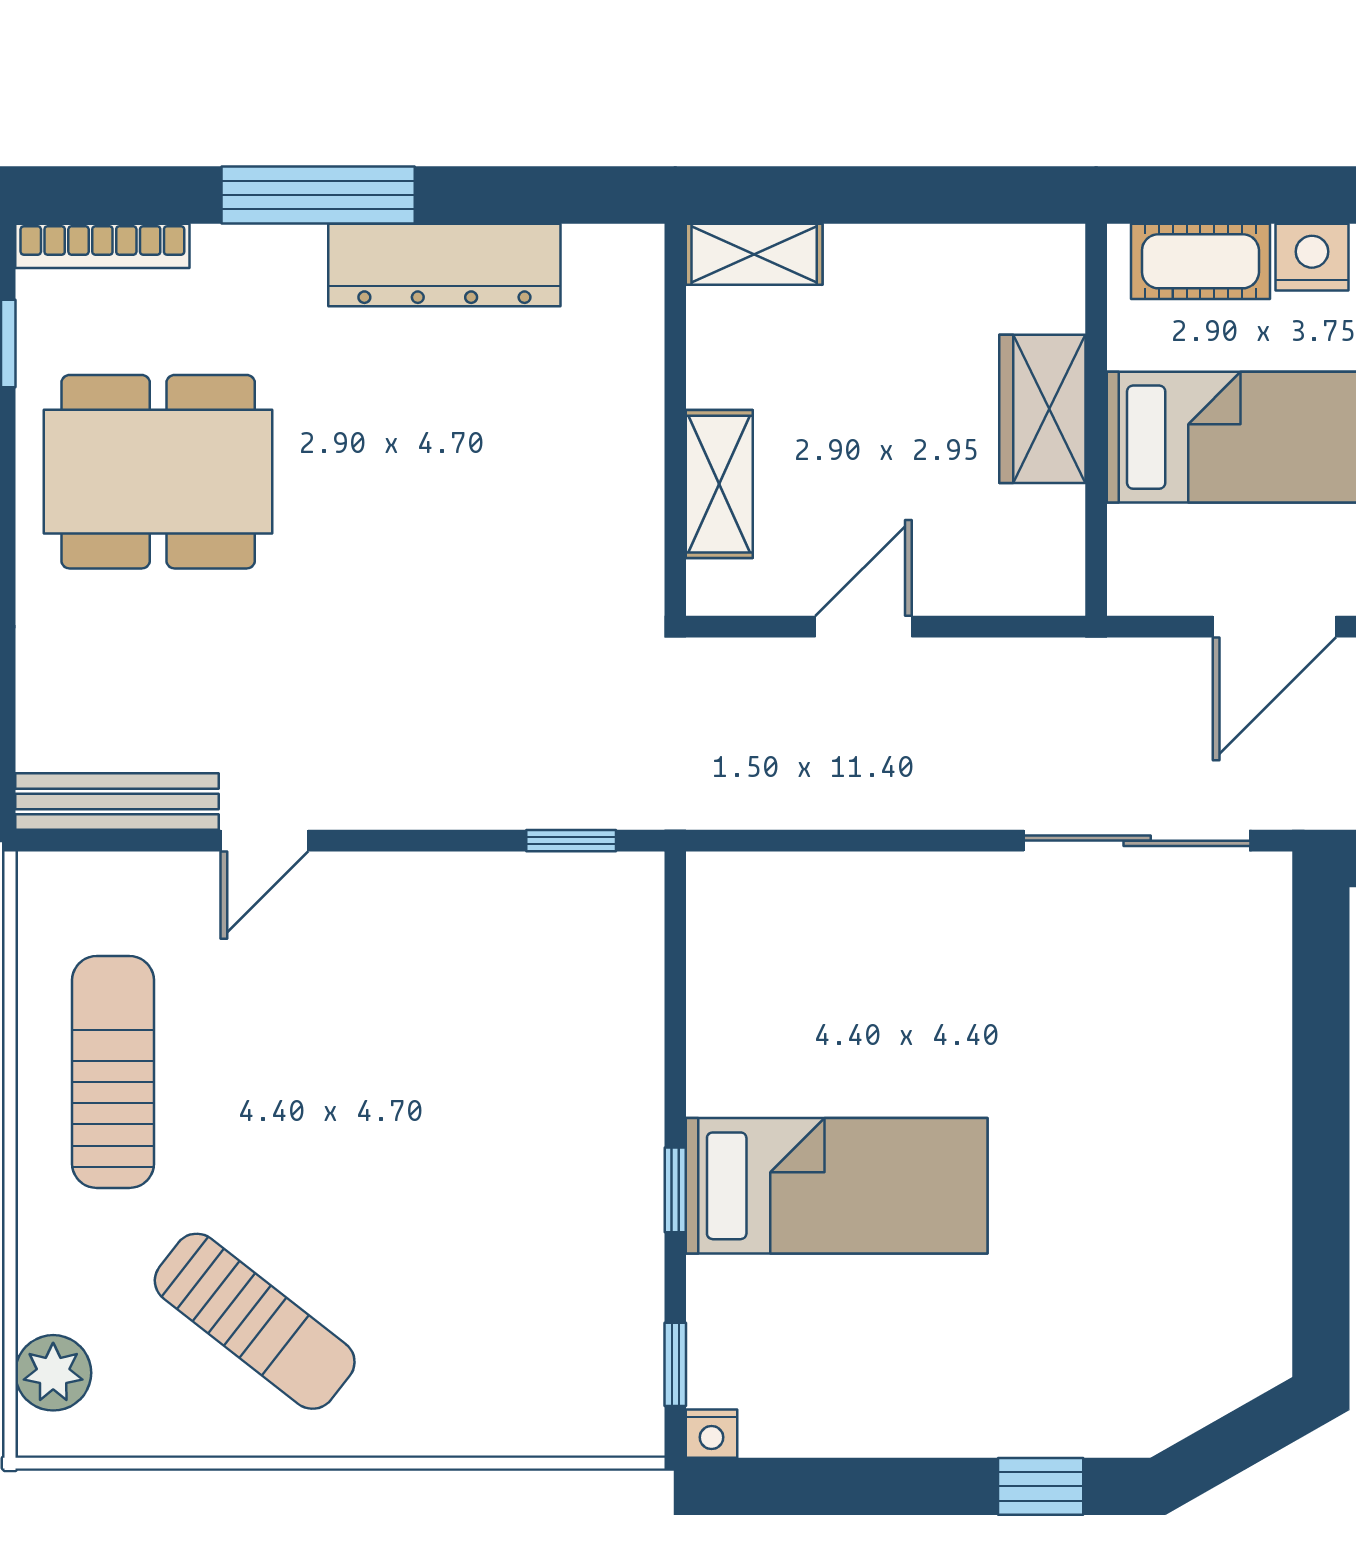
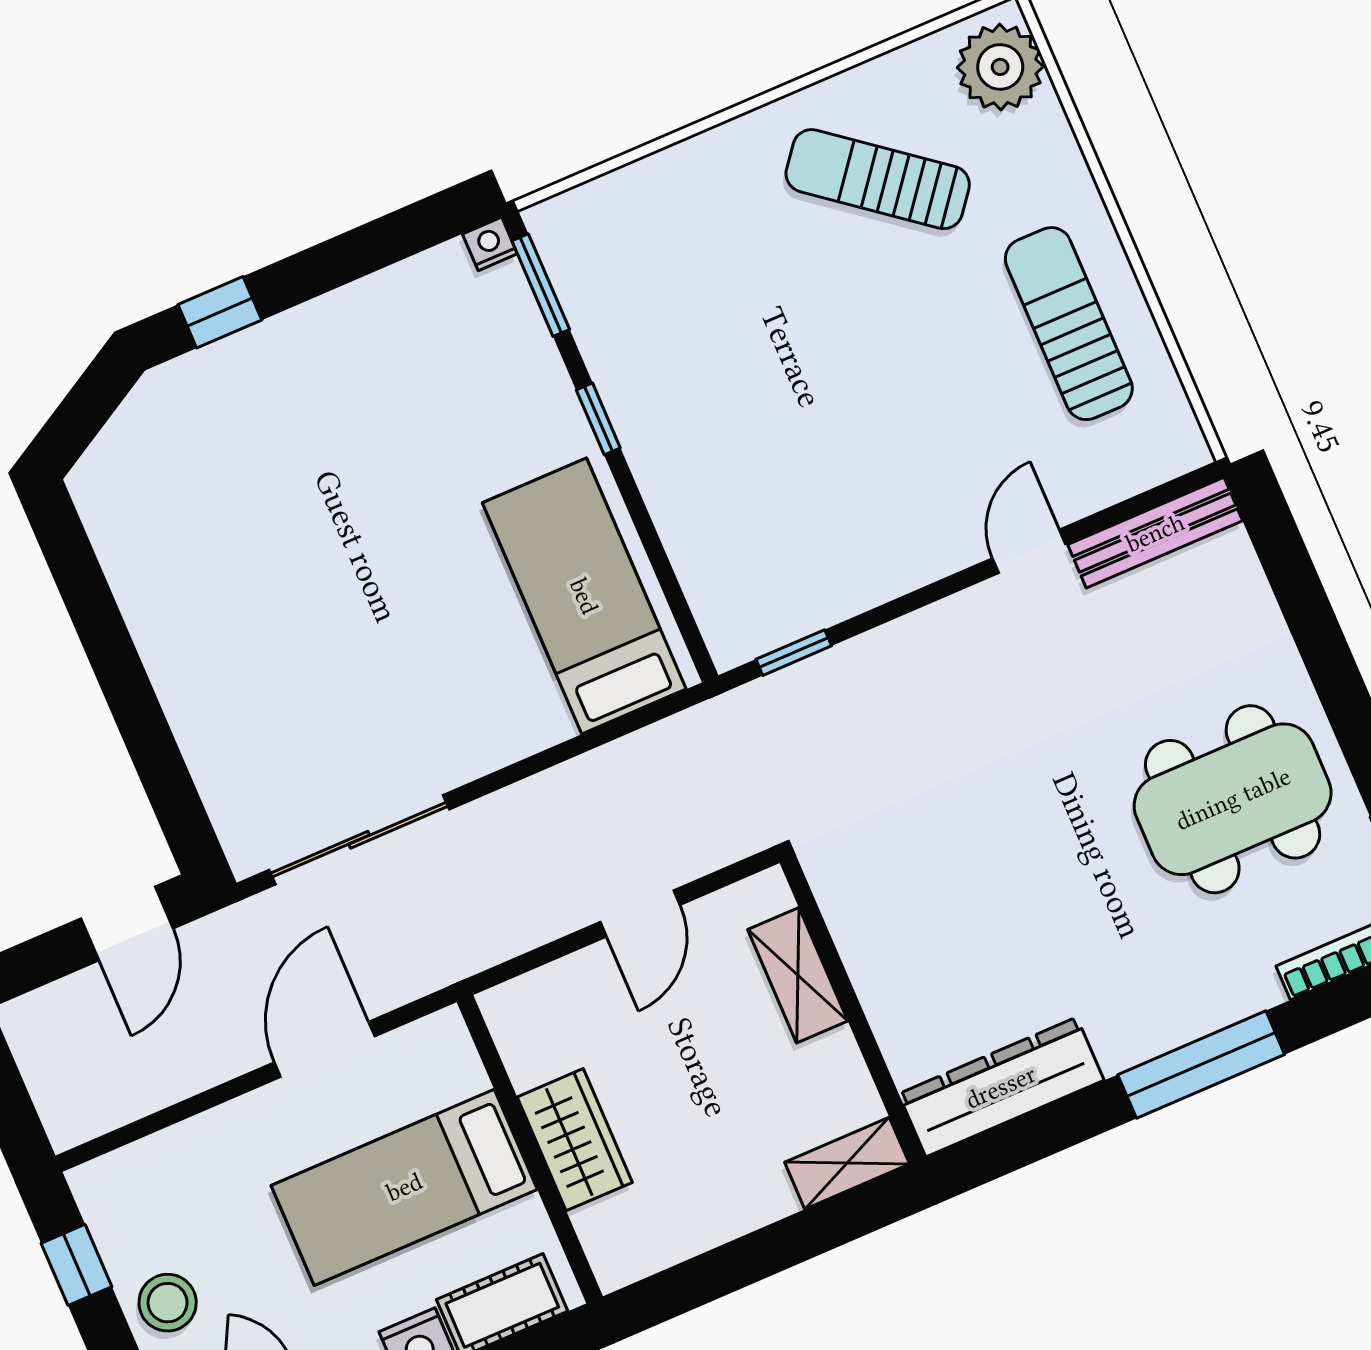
dresser: (444, 265) -> (1001, 1087), moved
sun lounger: (113, 1072) -> (1069, 324), turned 180
bed: (837, 1186) -> (584, 596), moved, turned 90
window: (675, 1364) -> (541, 285), width x1.50
plant: (53, 1373) -> (1000, 67), width x1.36, depth x1.36

